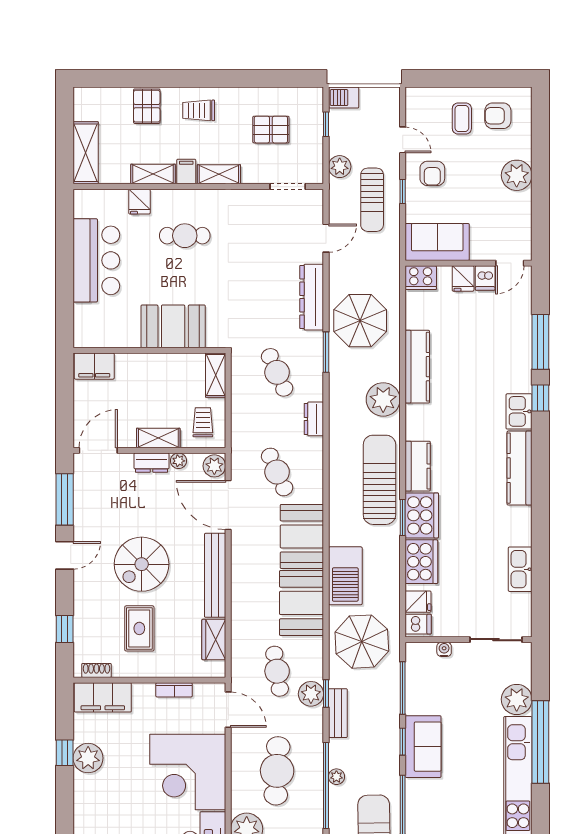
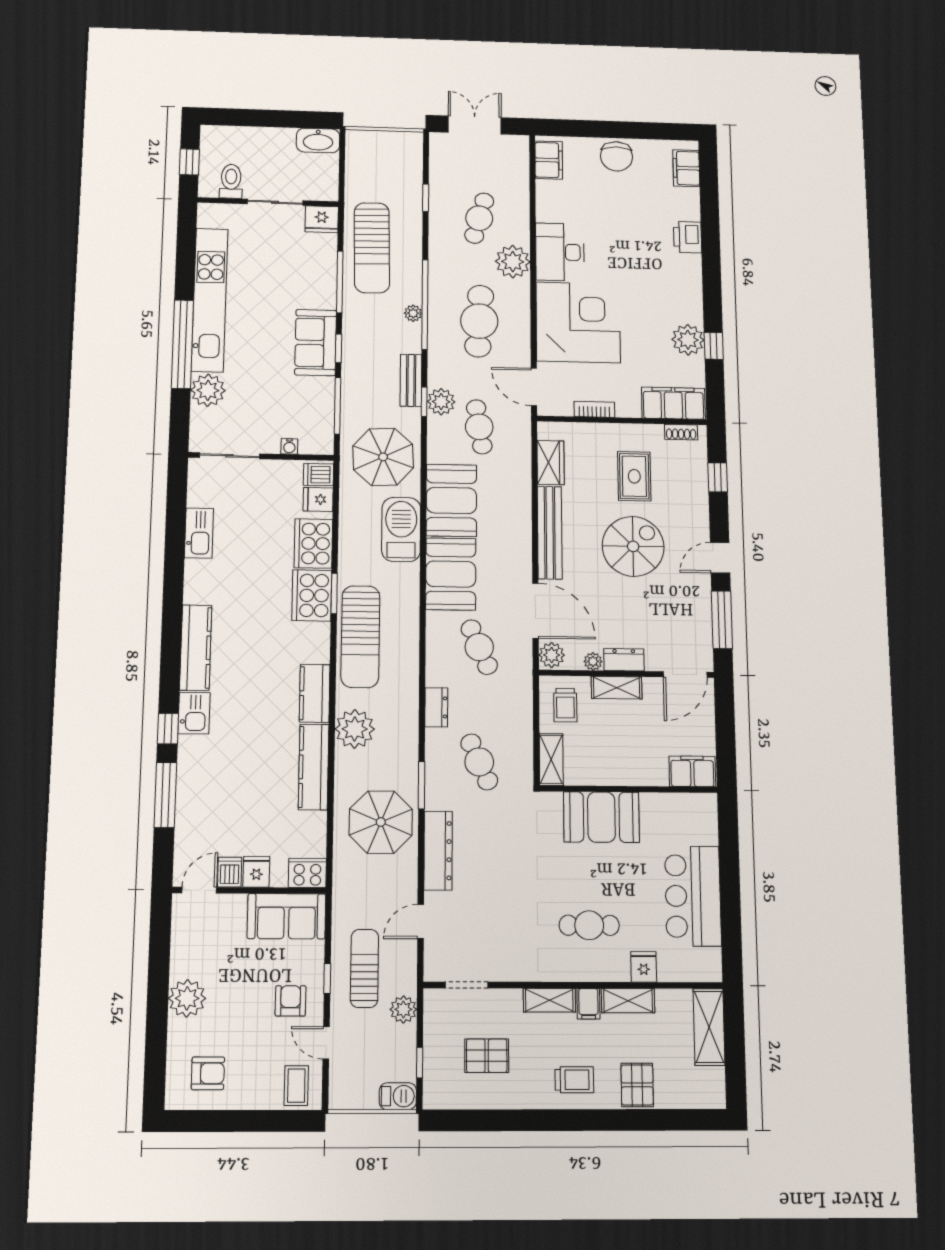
coffee table: (462, 118) -> (296, 1086), moved
kitchen counter: (418, 466) -> (315, 693), moved

